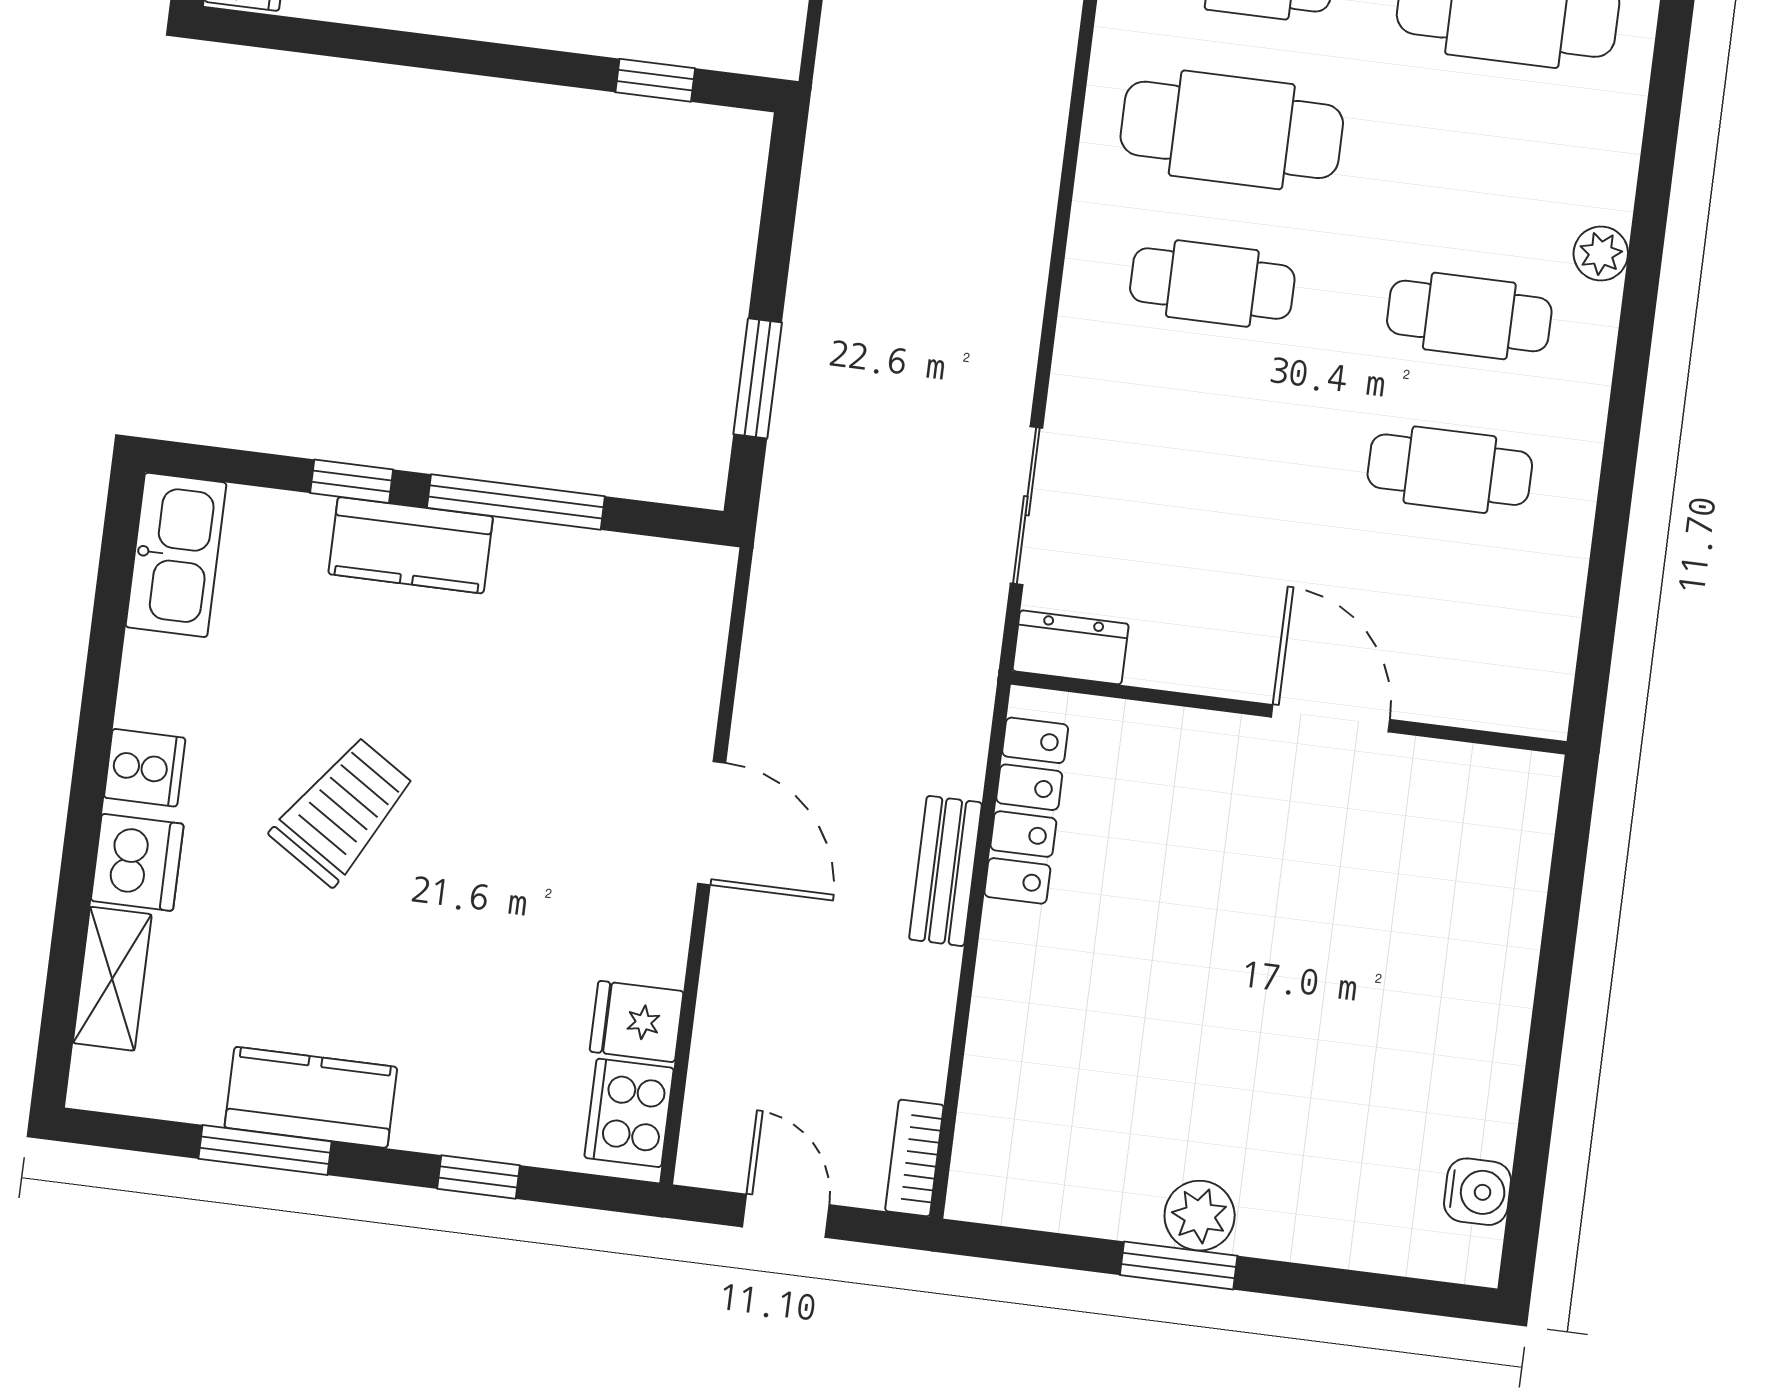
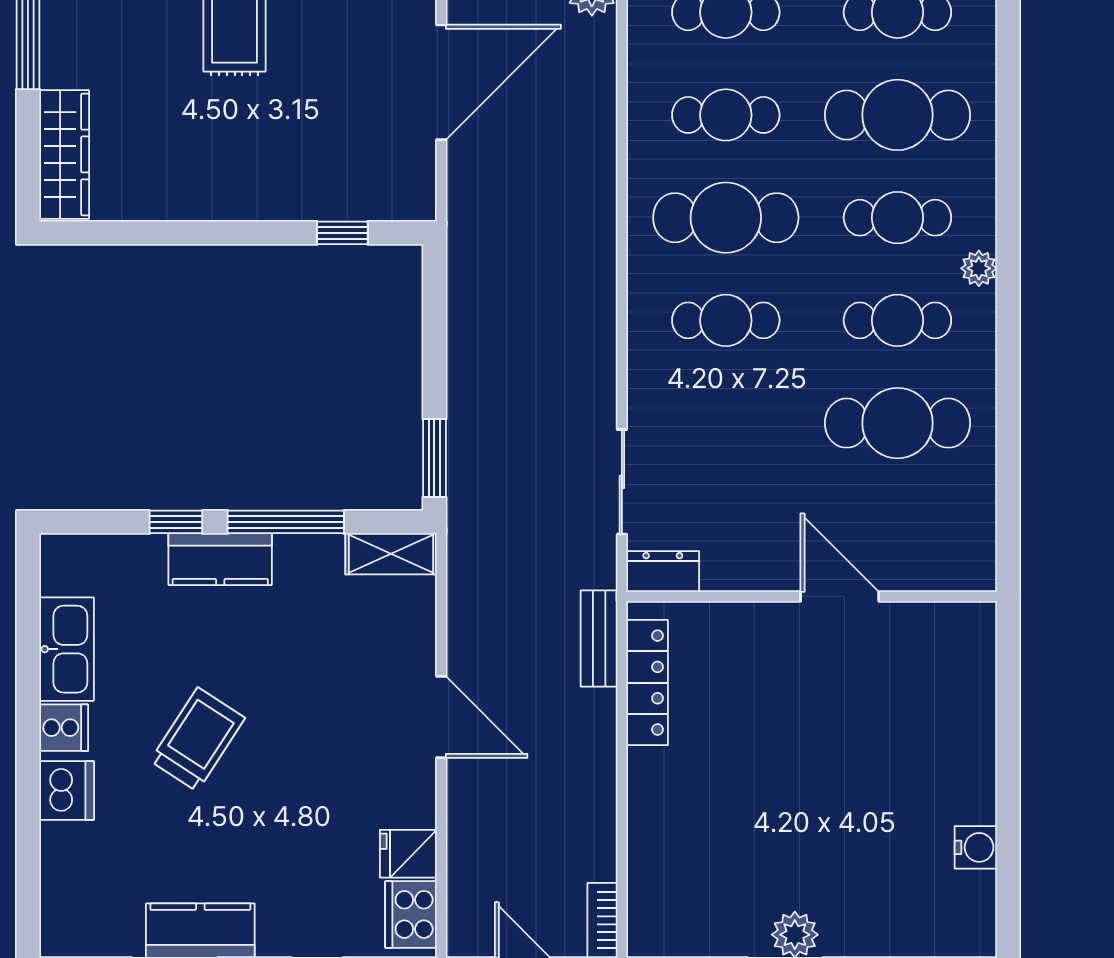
cafe table: (1489, 162) -> (897, 218), added
window: (758, 378) -> (434, 458), moved
cafe table: (1450, 470) -> (897, 423), width x1.37, depth x1.35
kitchen sink: (176, 555) -> (67, 649), moved
bench: (945, 871) -> (599, 638), moved
shelving: (112, 979) -> (391, 554), moved, turned 90
water cooler: (1477, 1192) -> (976, 847), moved

